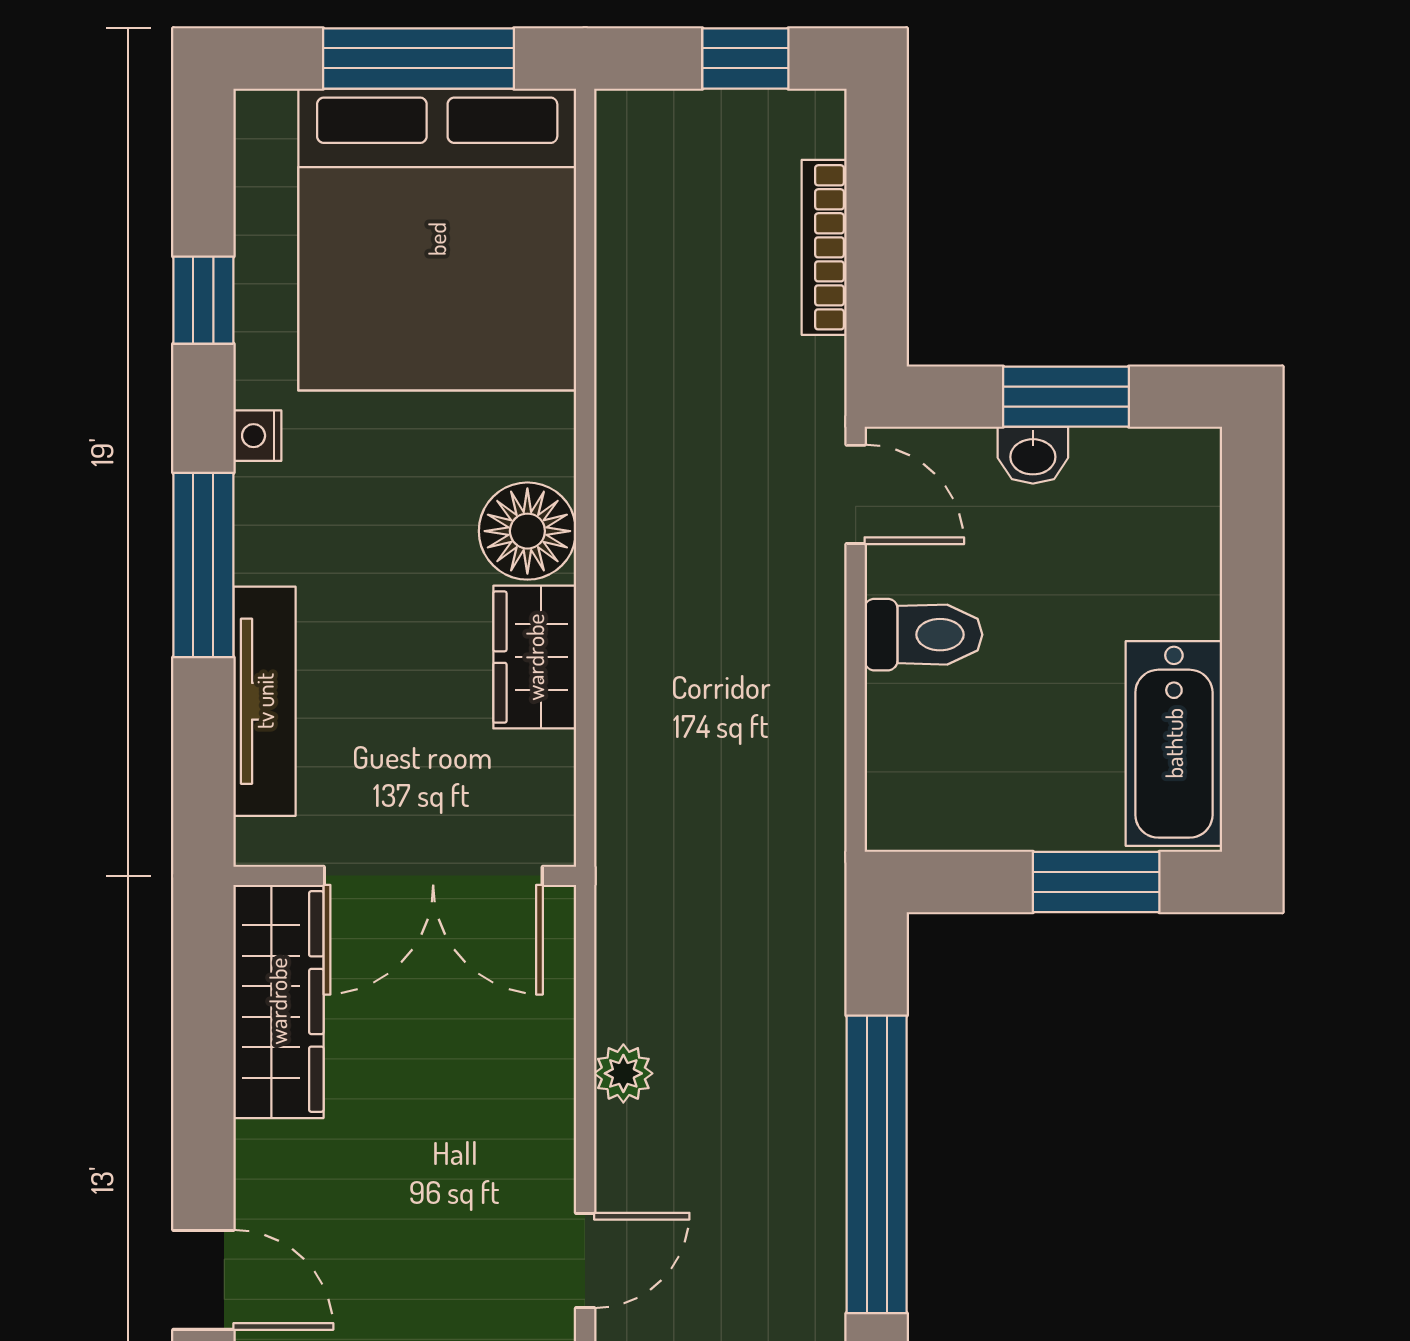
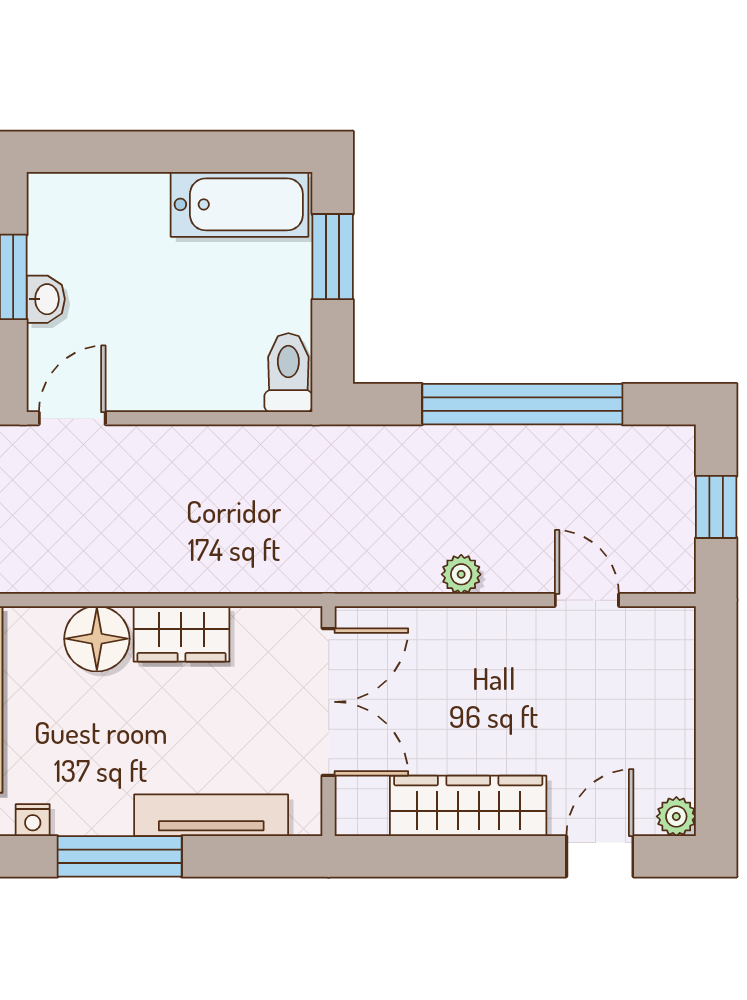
toilet: (923, 635) -> (288, 373), moved
wardrobe: (278, 1001) -> (468, 806), moved

